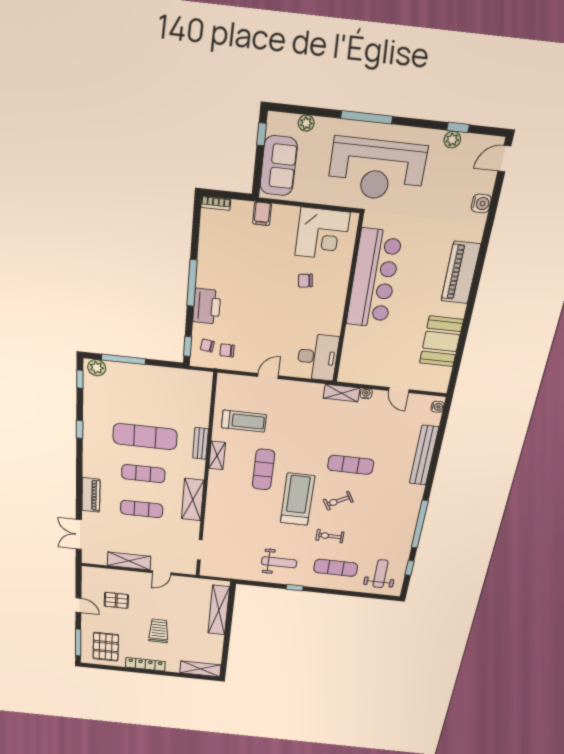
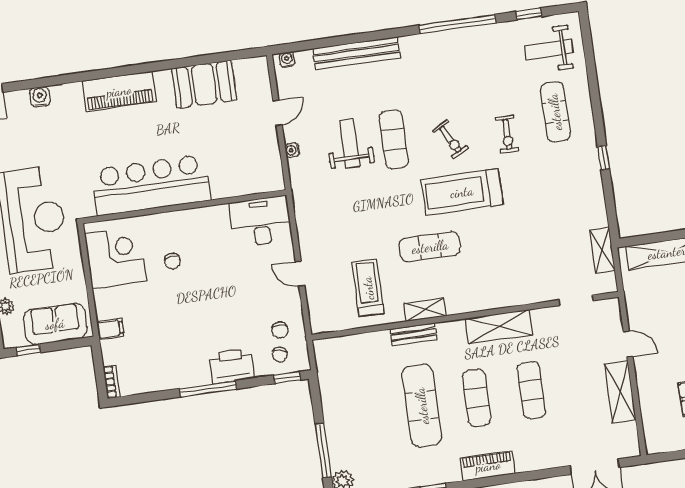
shelving: (342, 393) -> (603, 250), moved
piano: (91, 495) -> (488, 466), moved
weight bench: (279, 562) -> (350, 144), moved

